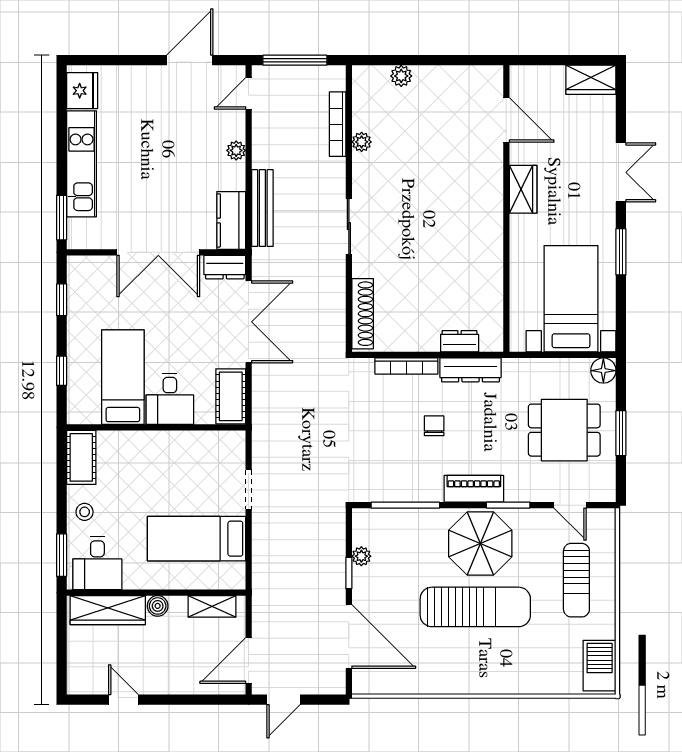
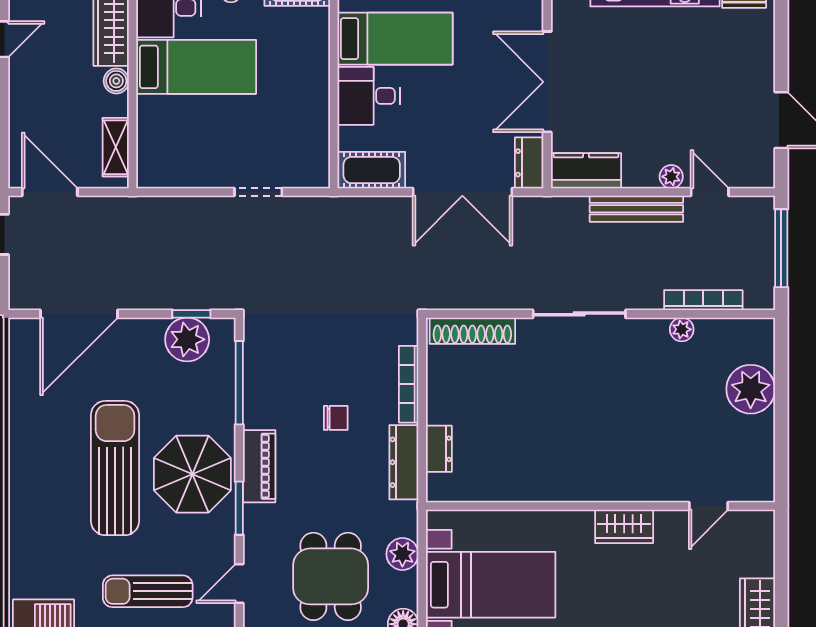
plant: (401, 76) -> (751, 389), width x1.88, depth x1.88
door: (249, 93) -> (710, 192), moved
door: (506, 120) -> (708, 506), width x0.73
bench: (262, 208) -> (636, 209), moved
sliding door: (349, 226) -> (579, 314), width x1.37
plant: (546, 371) -> (402, 554), added
bed: (197, 539) -> (196, 67), moved, turned 90
plant: (361, 556) -> (187, 339), width x1.88, depth x1.88
window: (349, 573) -> (191, 314), moved
sun lounger: (475, 607) -> (115, 468), turned 180

